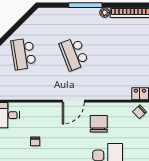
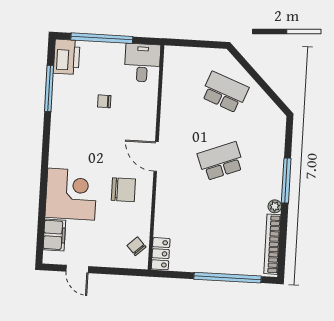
school desk: (23, 54) -> (225, 92), turned 30

